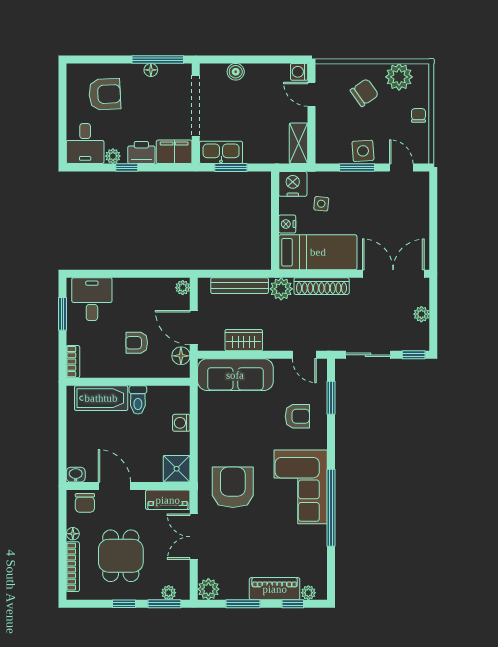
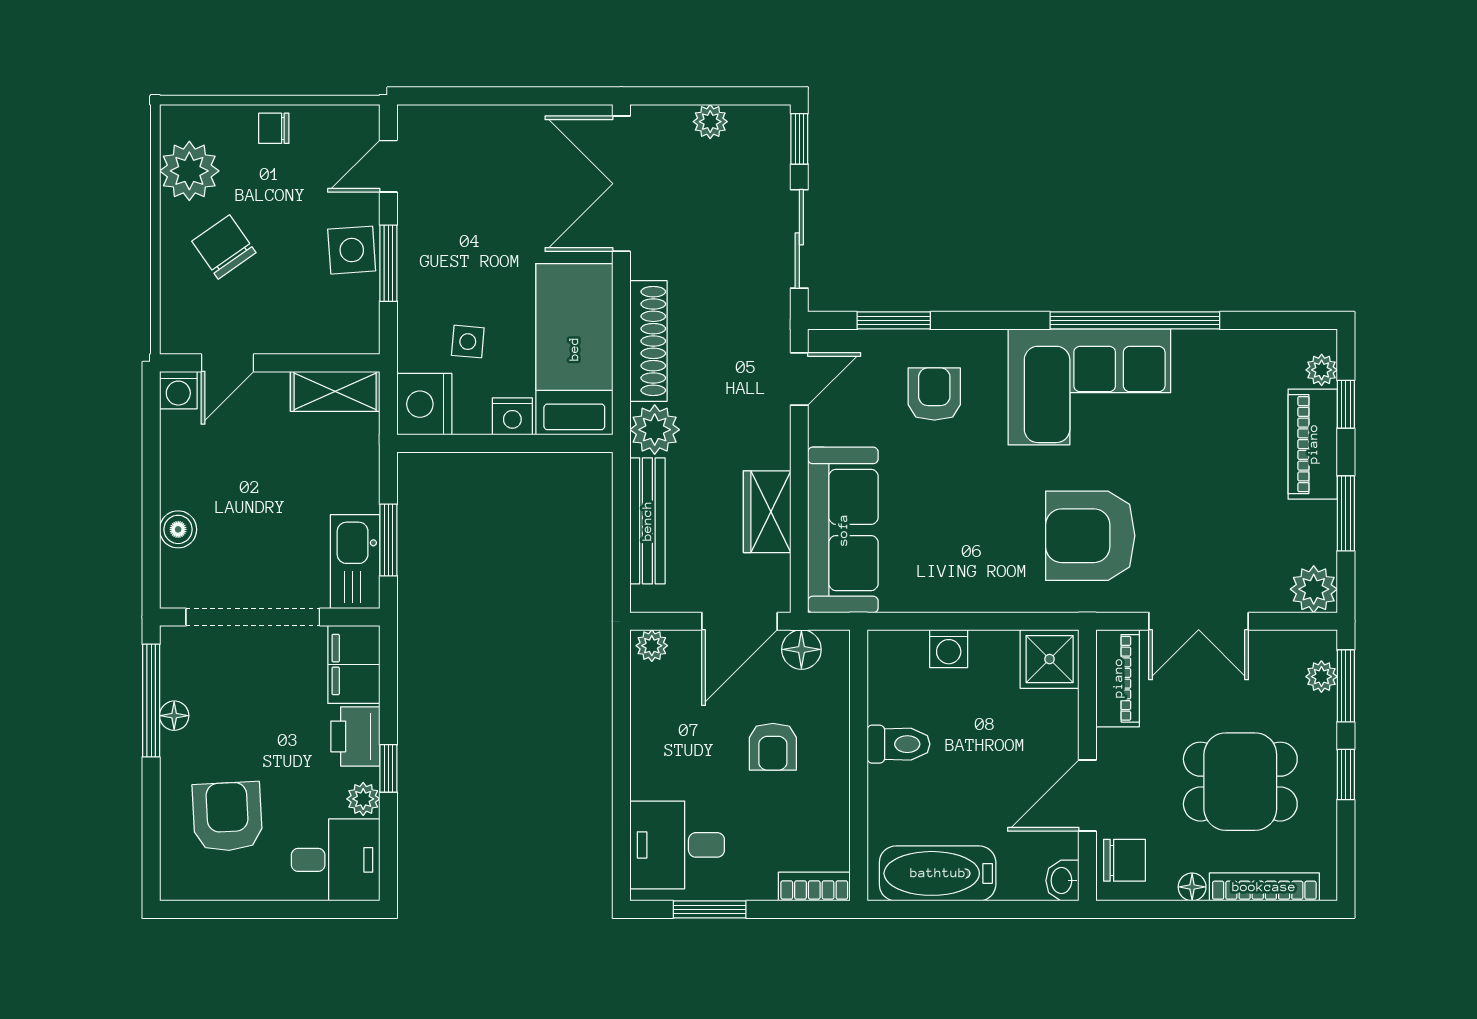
bathtub: (101, 398) -> (938, 873), moved, turned -90

